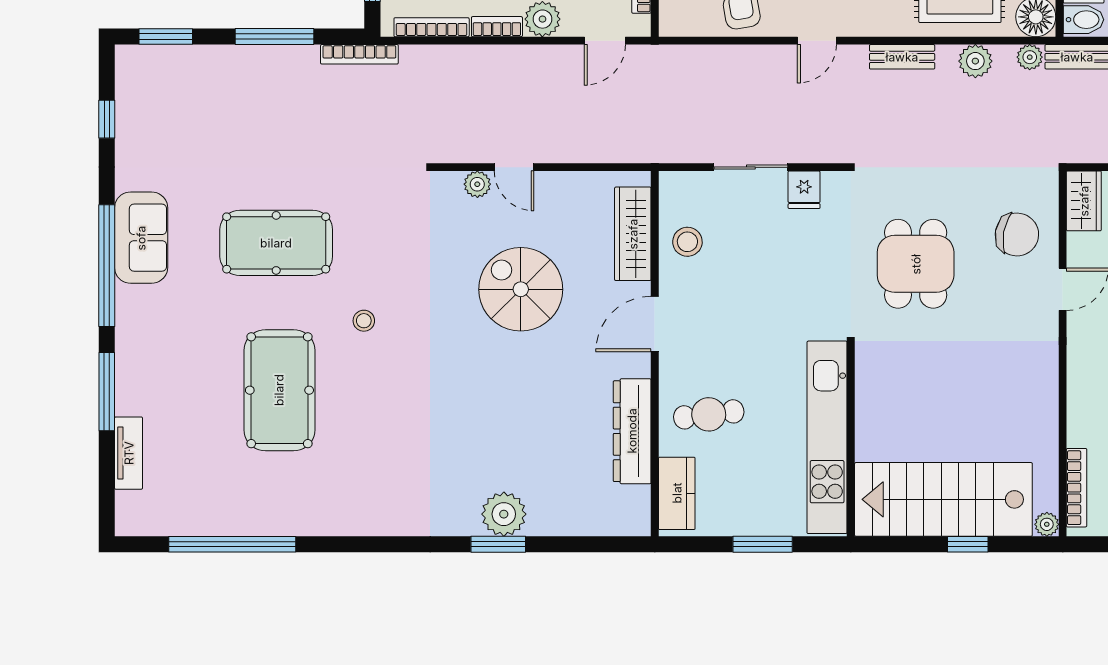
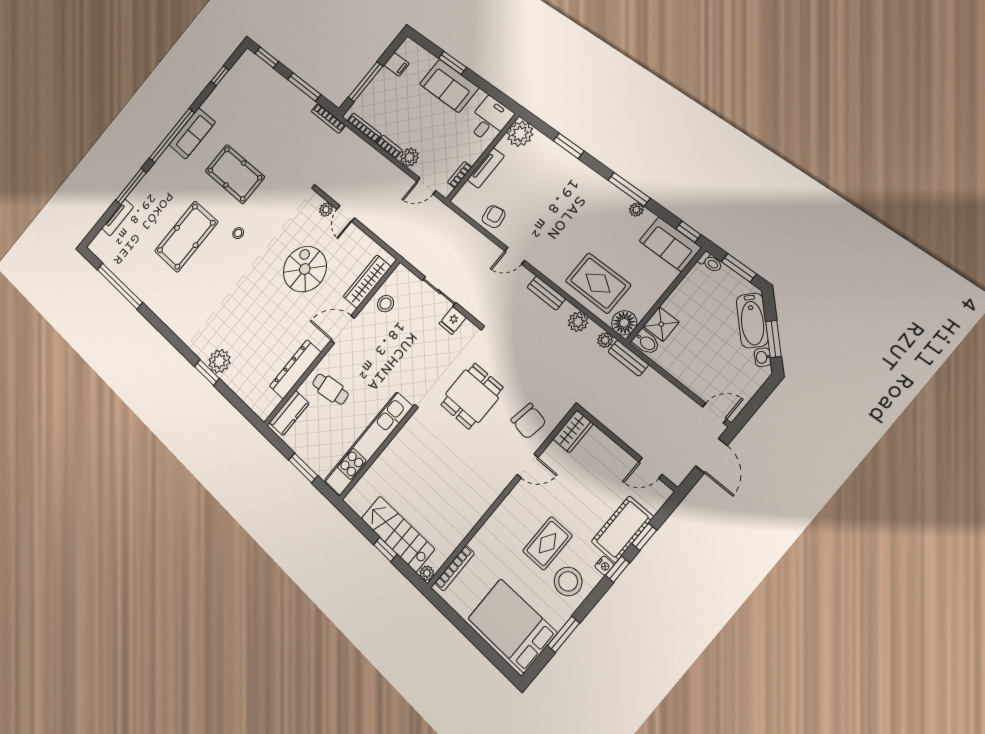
stairs: (943, 499) -> (398, 534), width x0.73, depth x0.66

